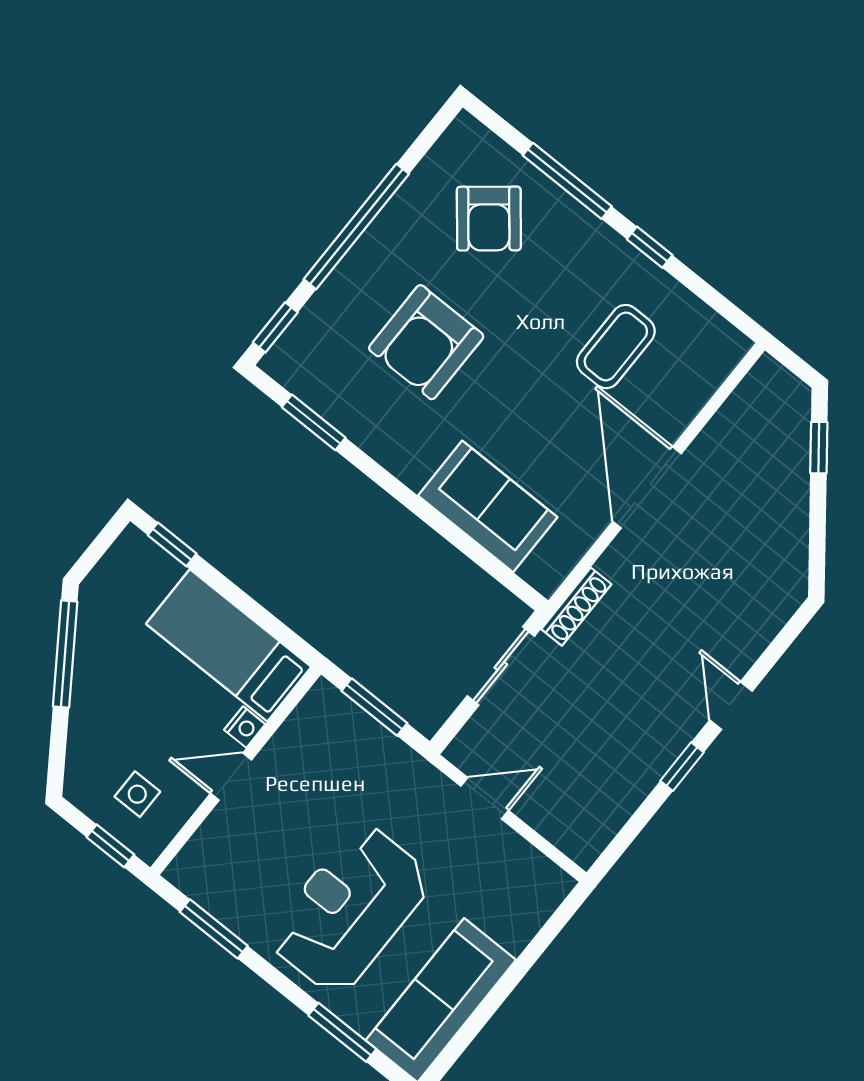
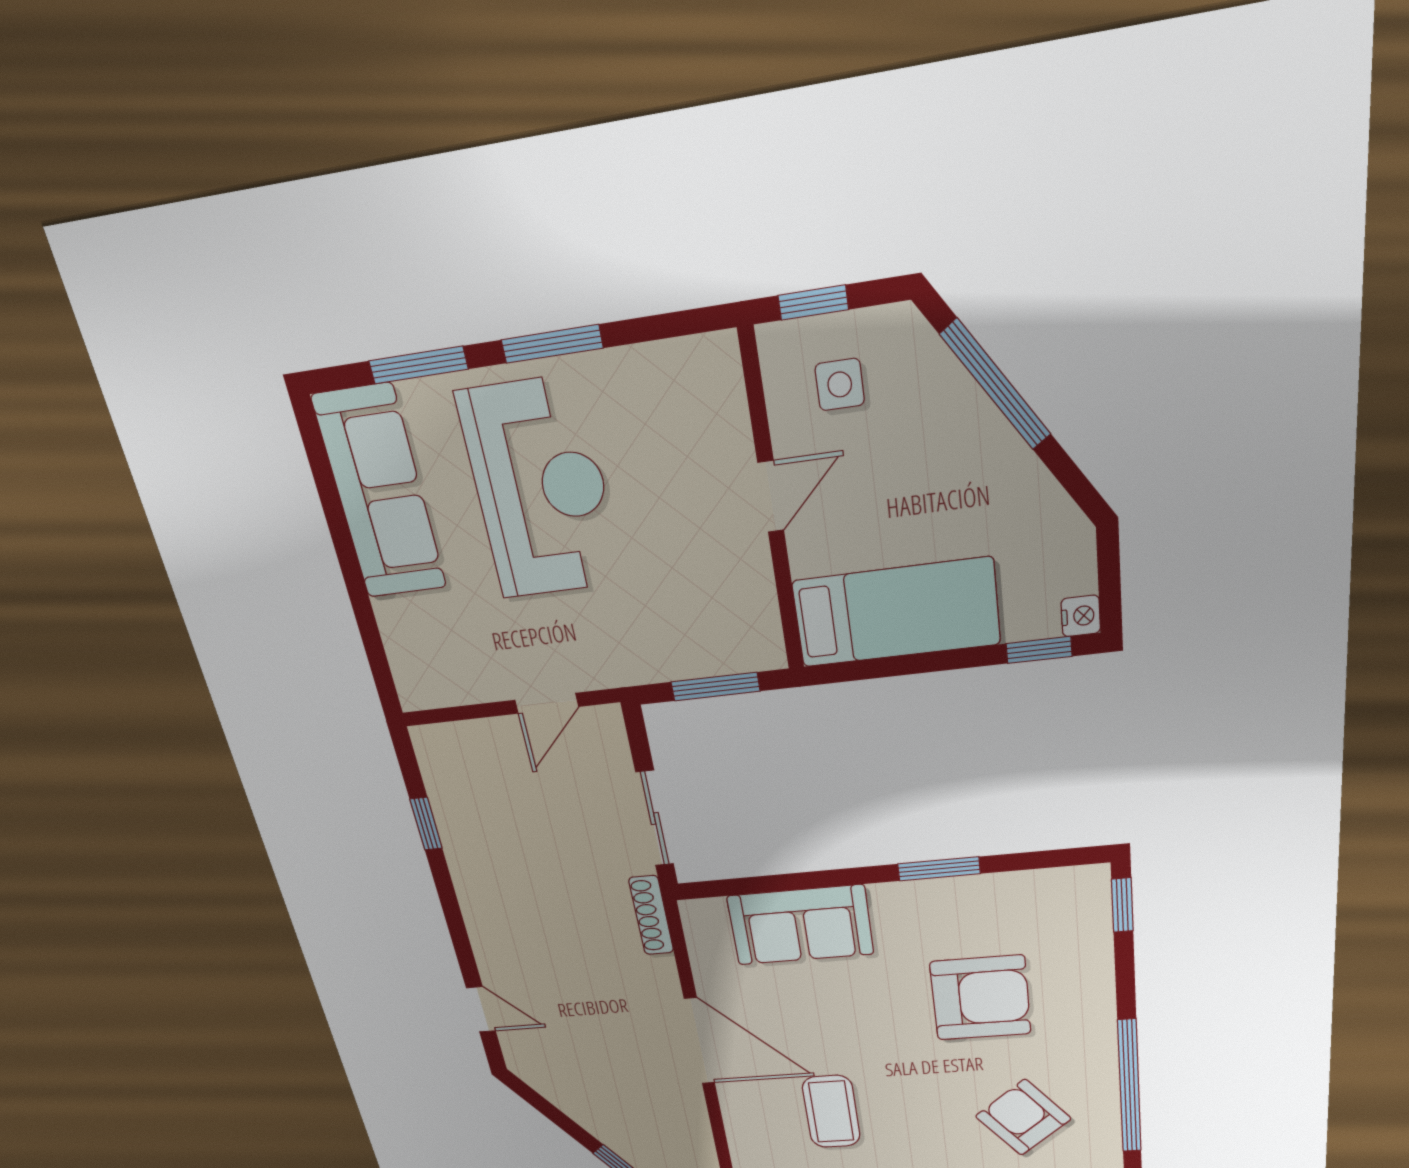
window: (356, 227) -> (1130, 1087), moved
armchair: (426, 342) -> (981, 998), turned 90
window: (314, 422) -> (939, 869), moved
window: (65, 654) -> (996, 385), moved
door: (731, 706) -> (481, 1009), moved
nightstand: (245, 727) -> (1081, 616), moved, turned 180
window: (682, 767) -> (426, 824), moved
window: (214, 929) -> (552, 344), moved

